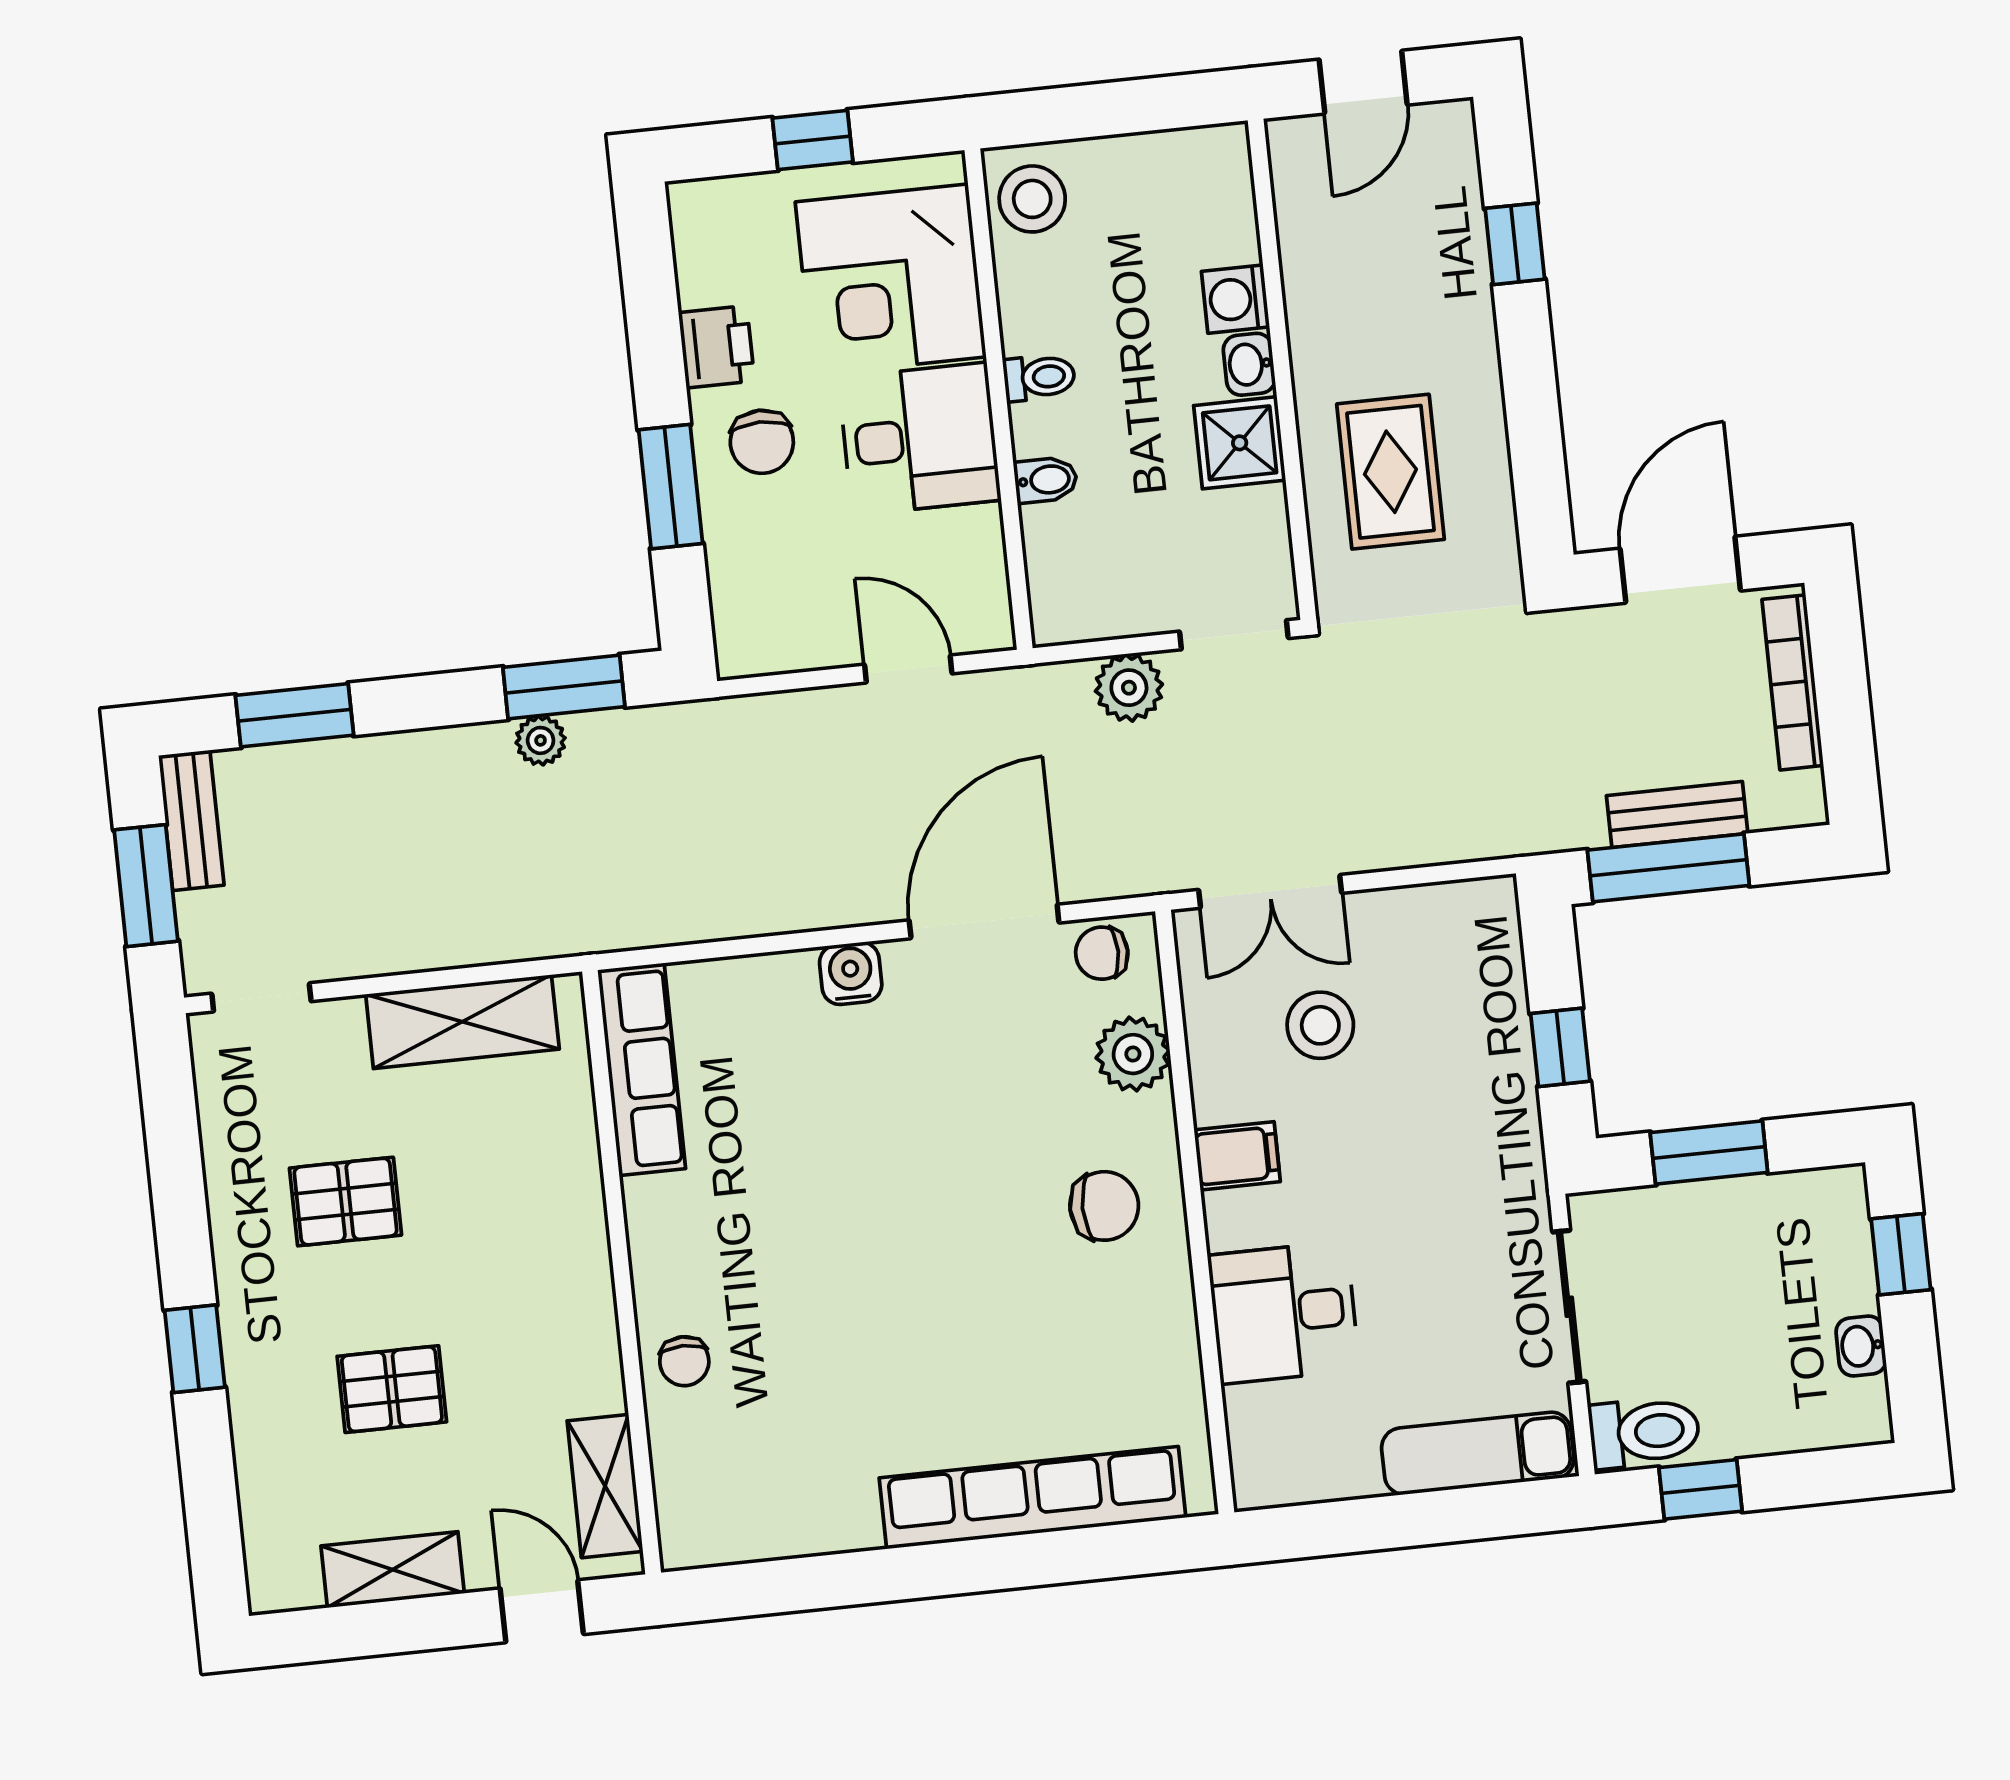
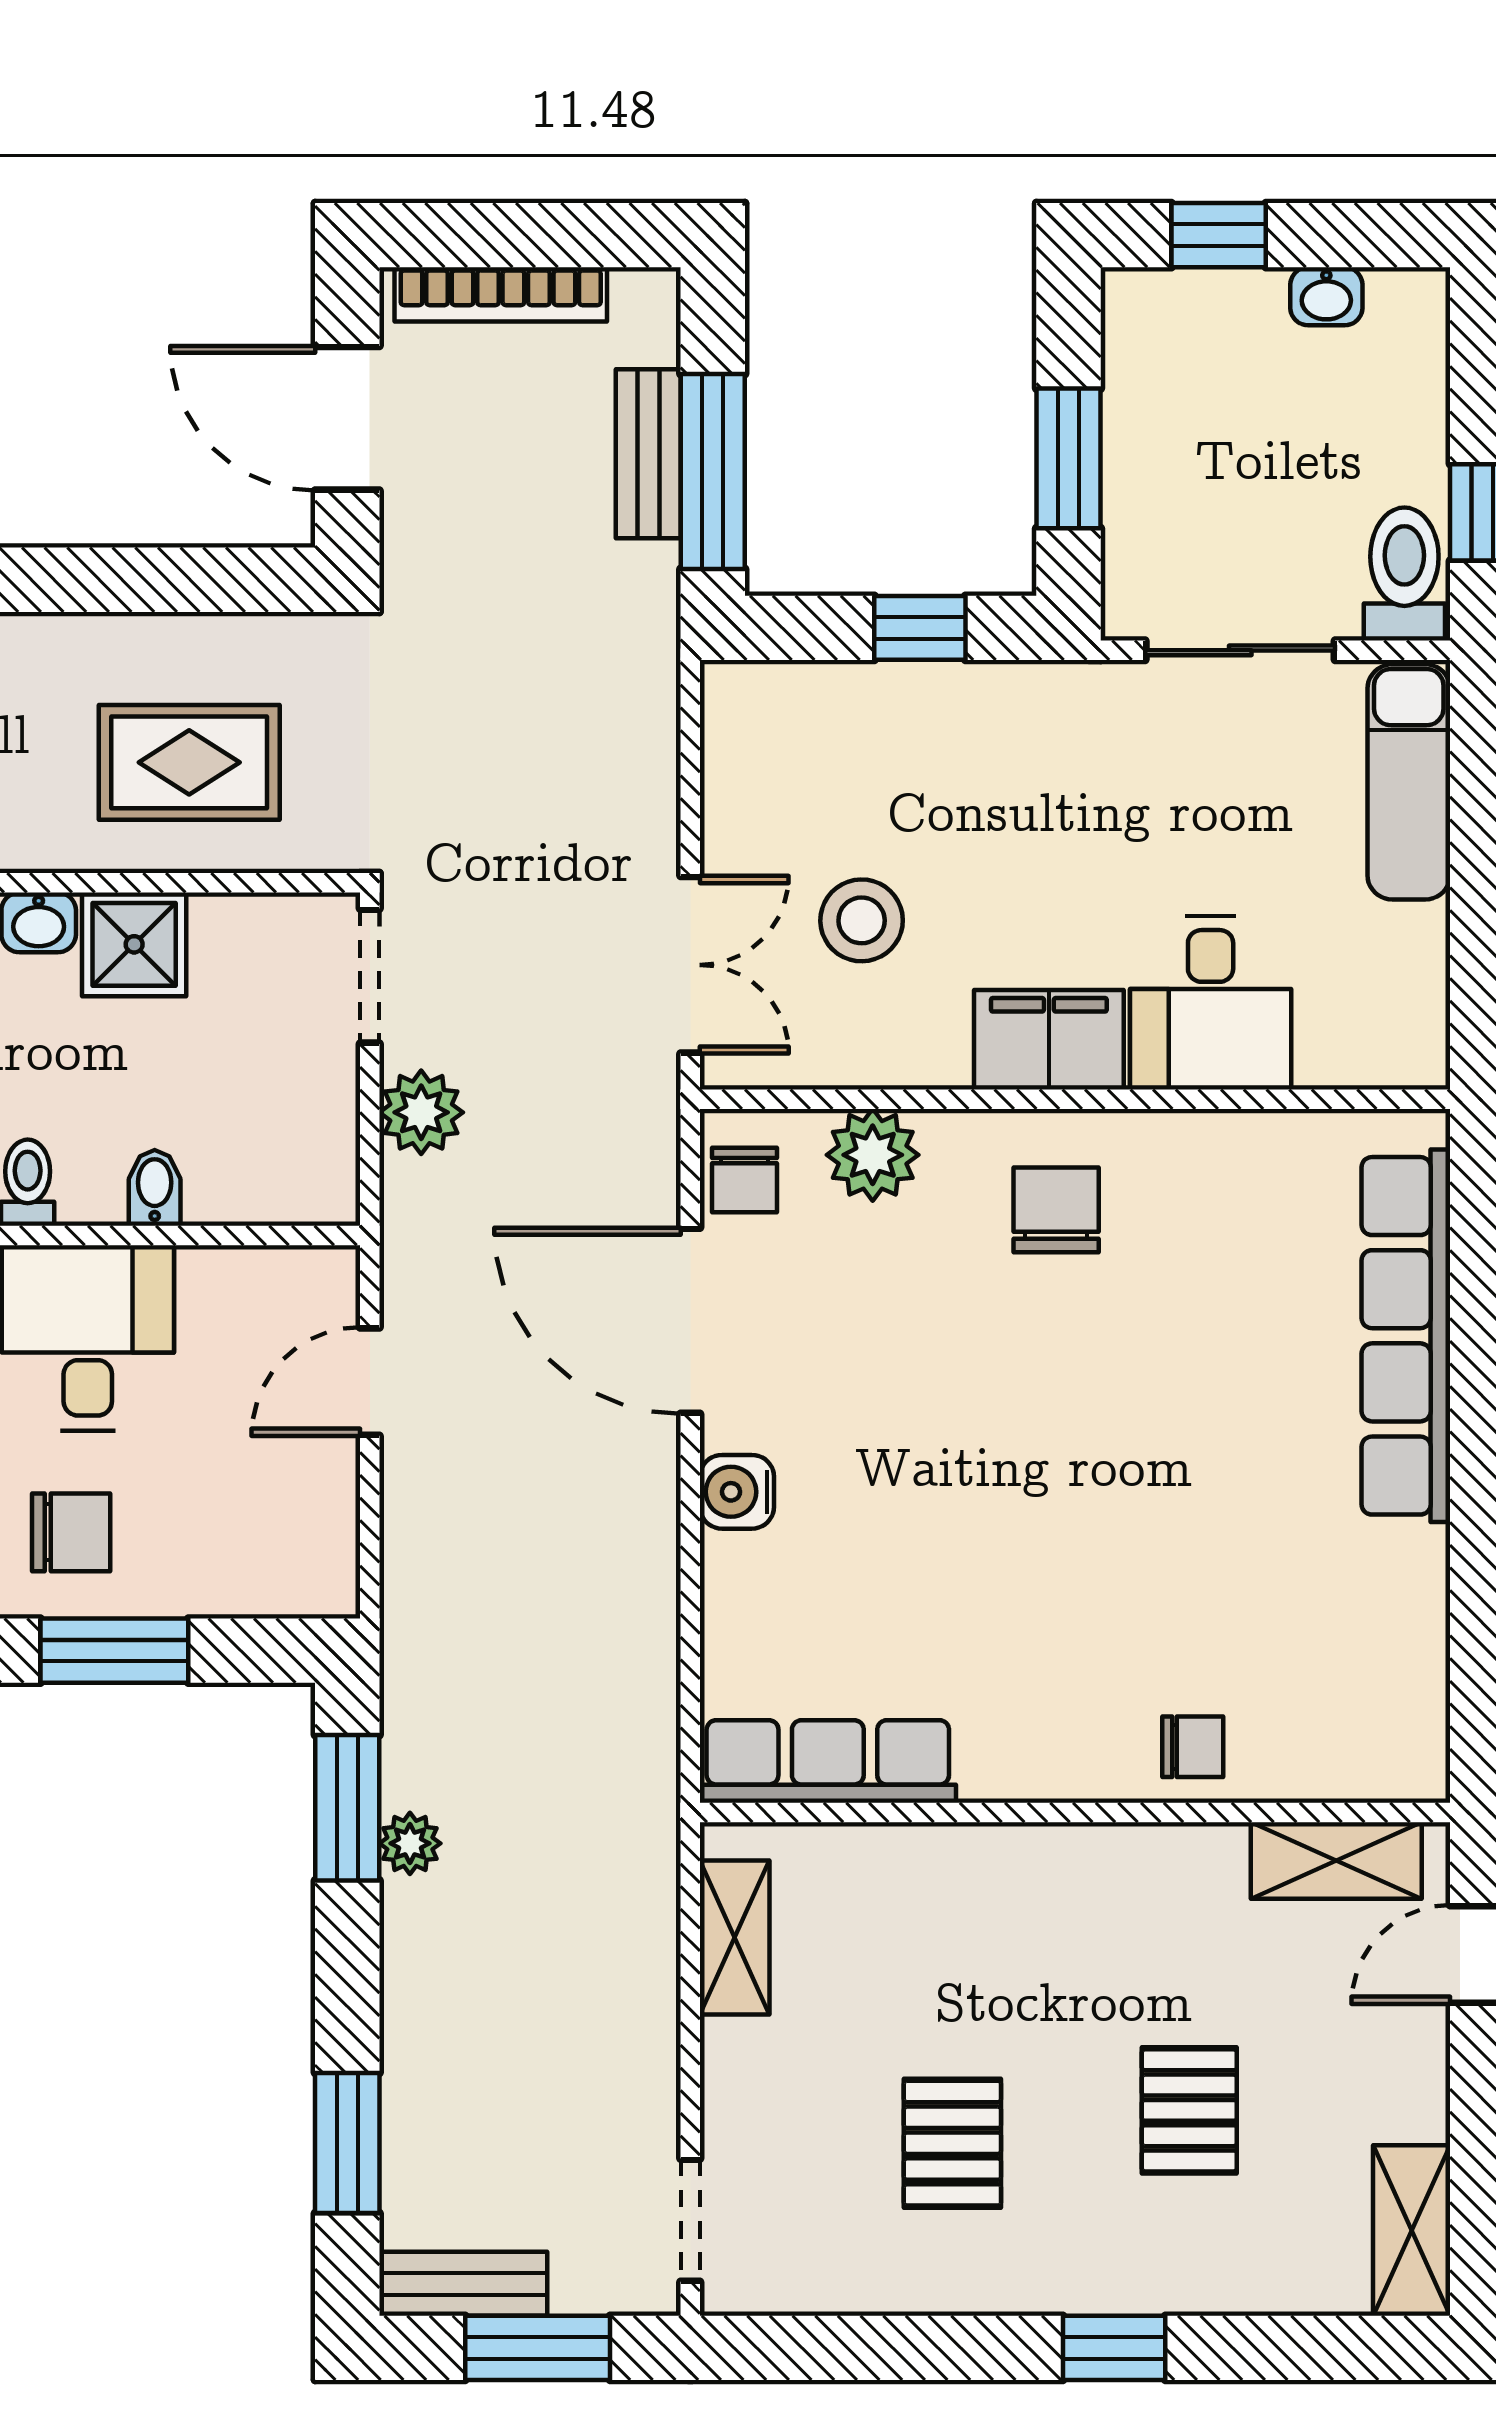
shelving: (462, 1022) -> (735, 1937), width x0.67, depth x0.75
filing cabinet: (1237, 1156) -> (1049, 1040), width x2.00
shelving: (393, 1570) -> (1412, 2230), moved

